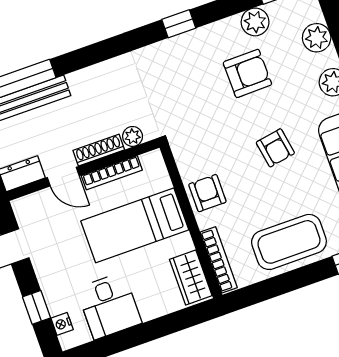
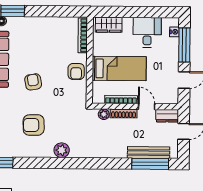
plant: (255, 22) -> (62, 150), moved
window: (179, 24) -> (59, 163), removed
coffee table: (289, 242) -> (44, 31), removed
wardrobe: (191, 277) -> (109, 25), moved, turned 90
window: (37, 307) -> (184, 45), width x2.17

